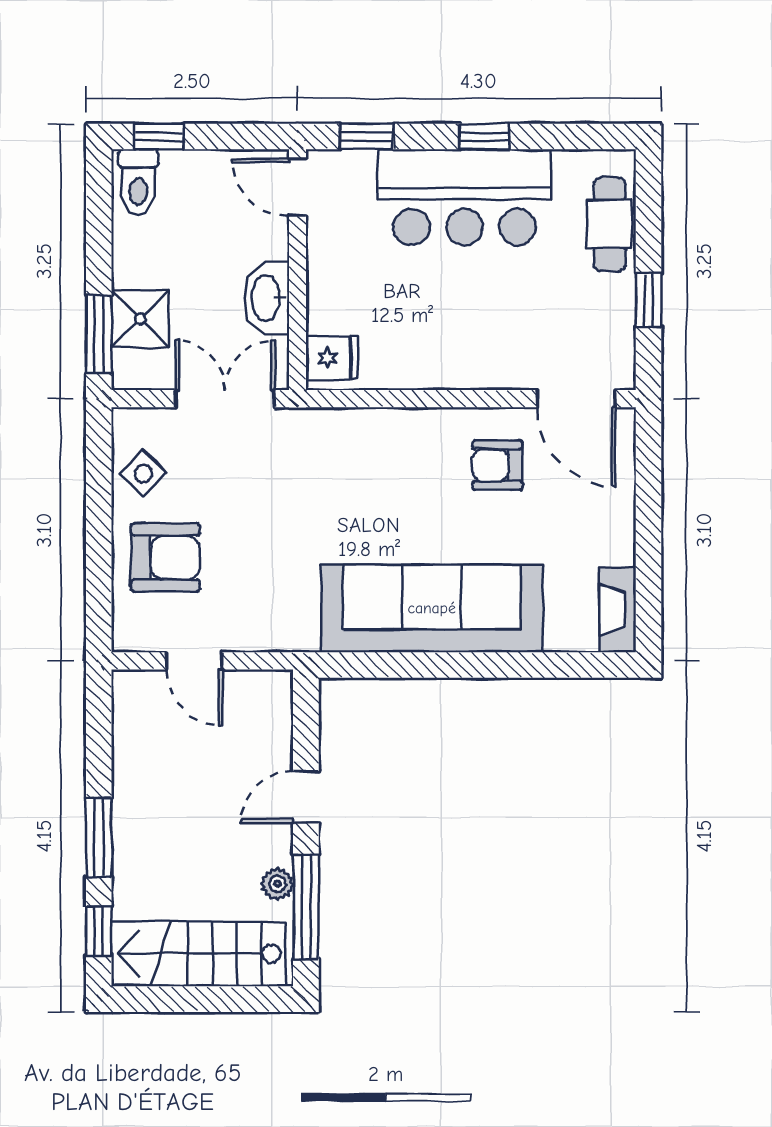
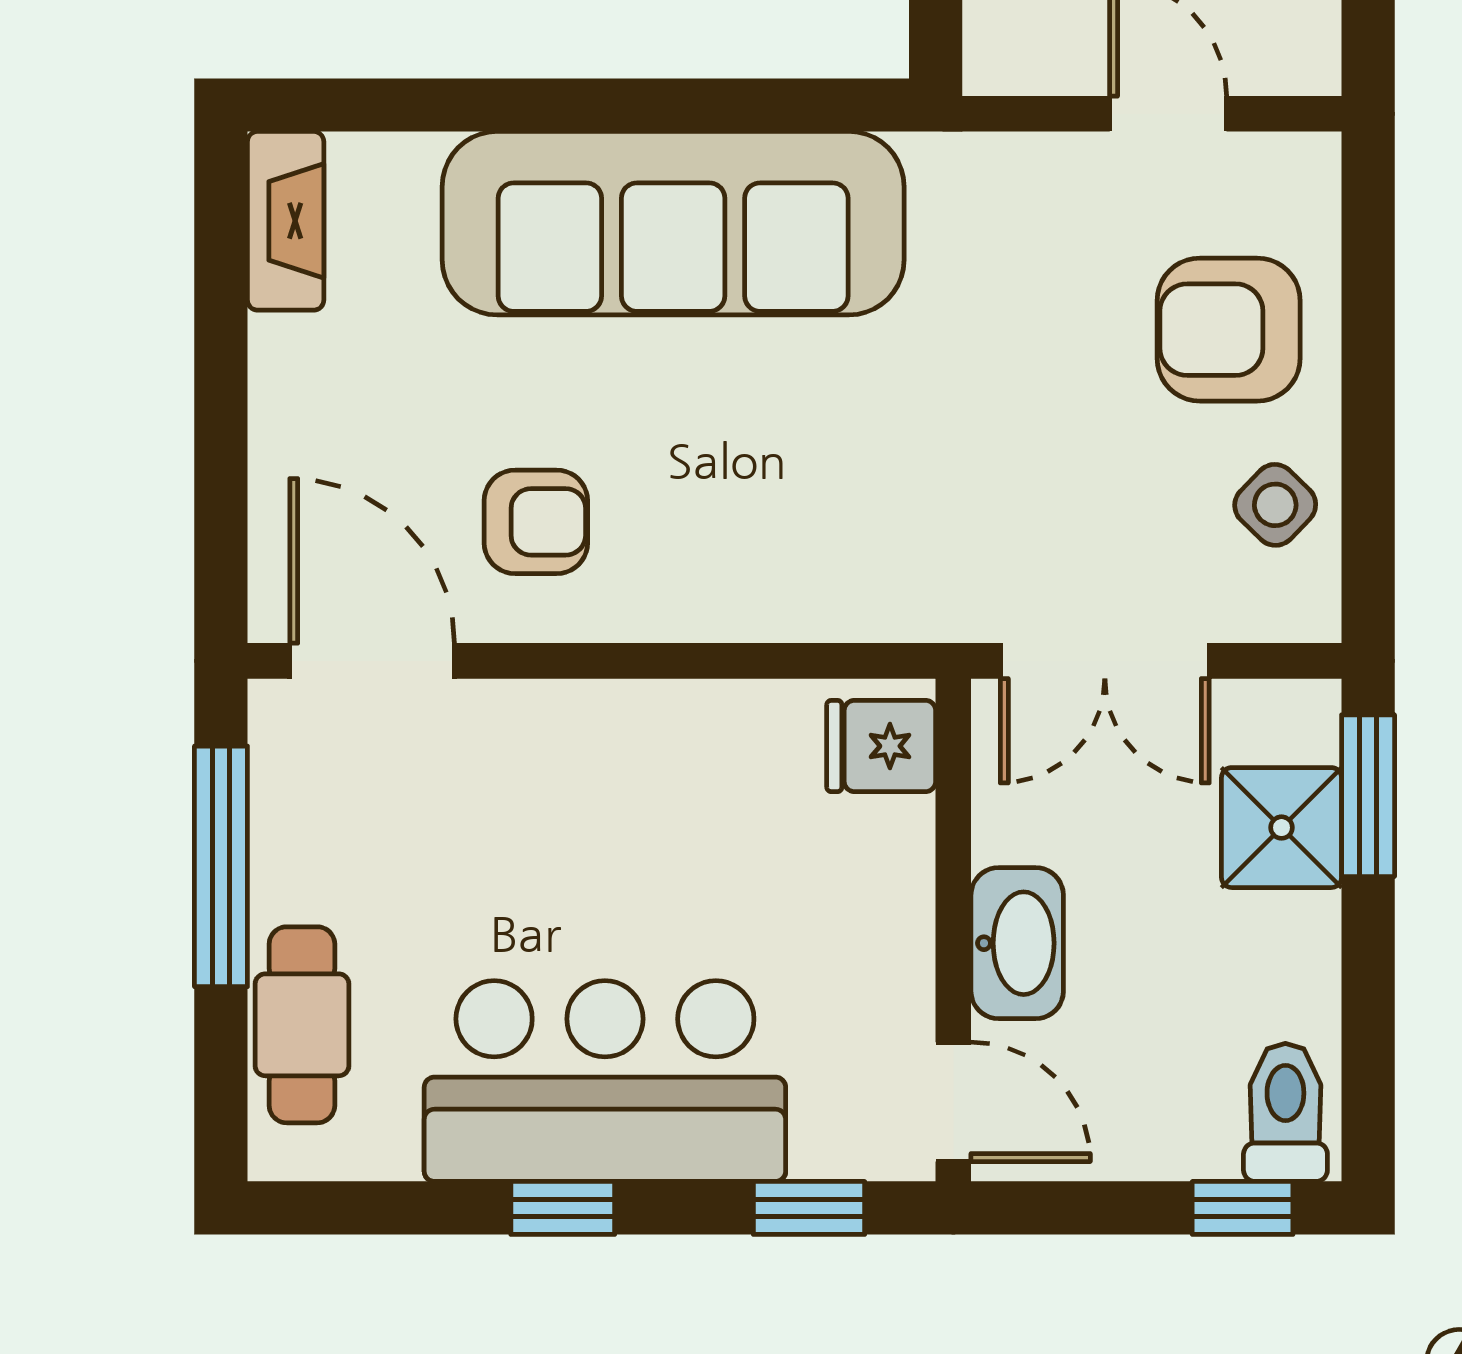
washbasin: (267, 298) -> (1017, 943), moved
window: (648, 300) -> (221, 866), width x2.17

